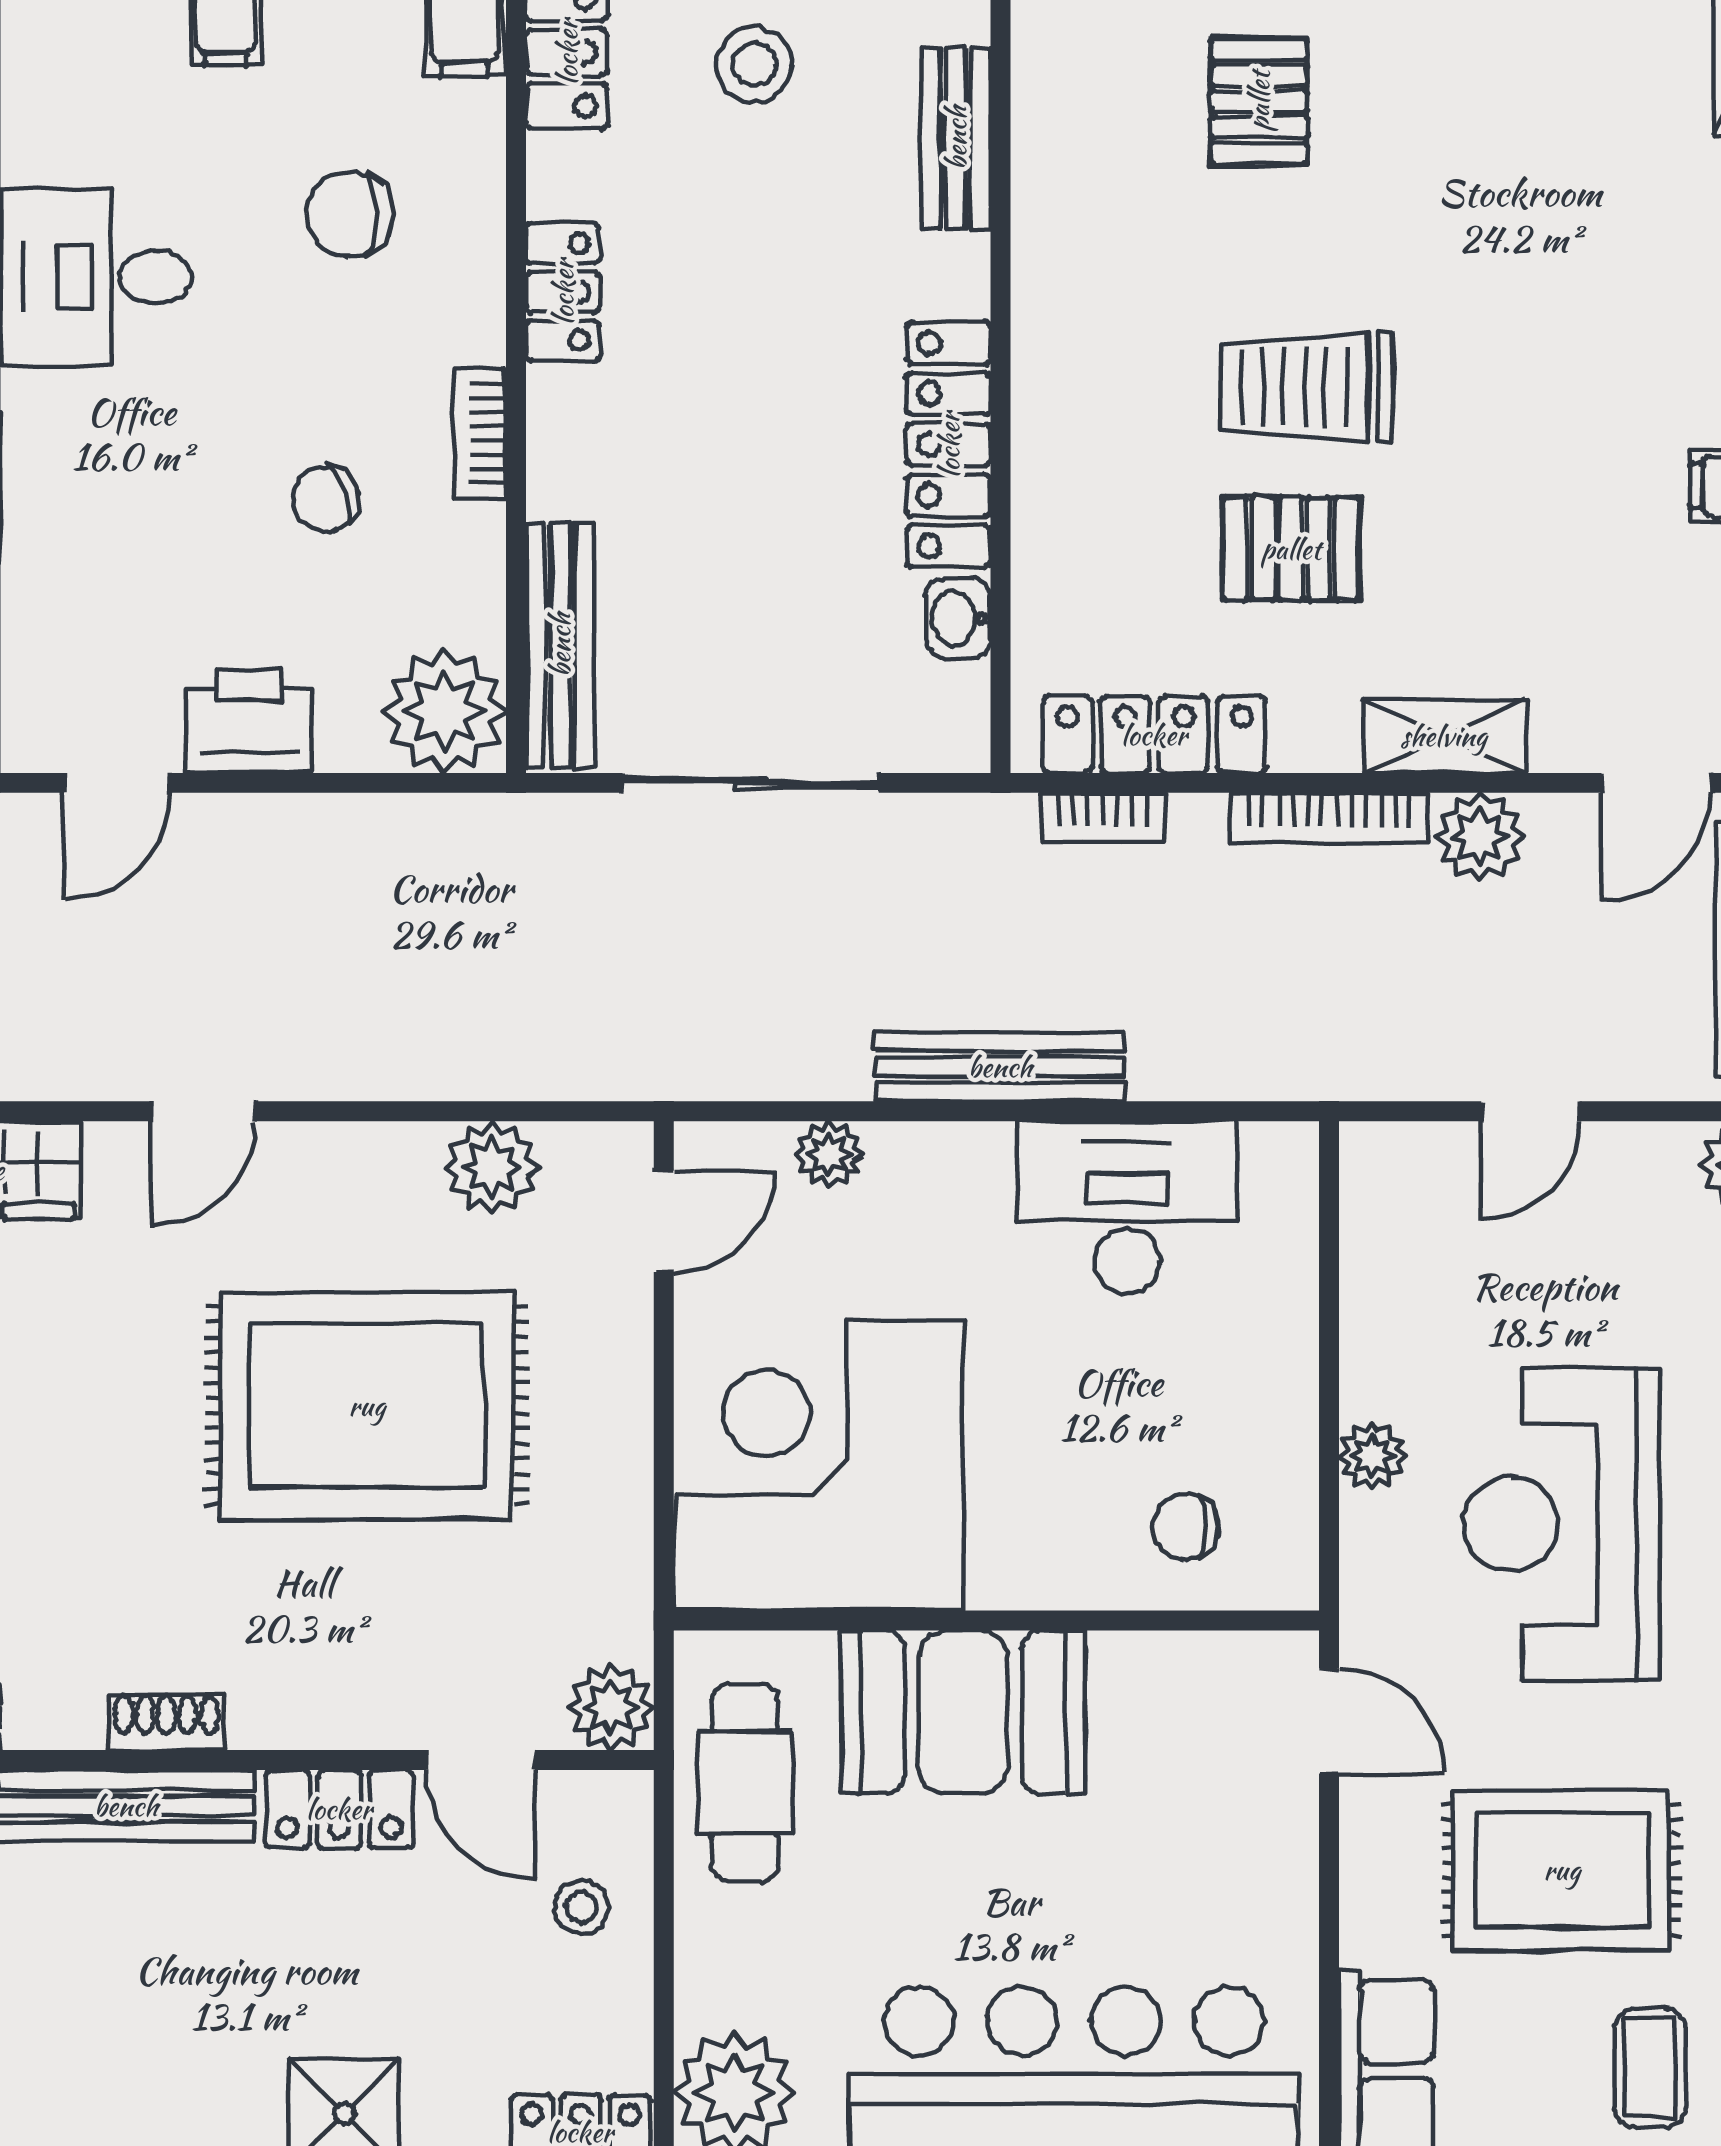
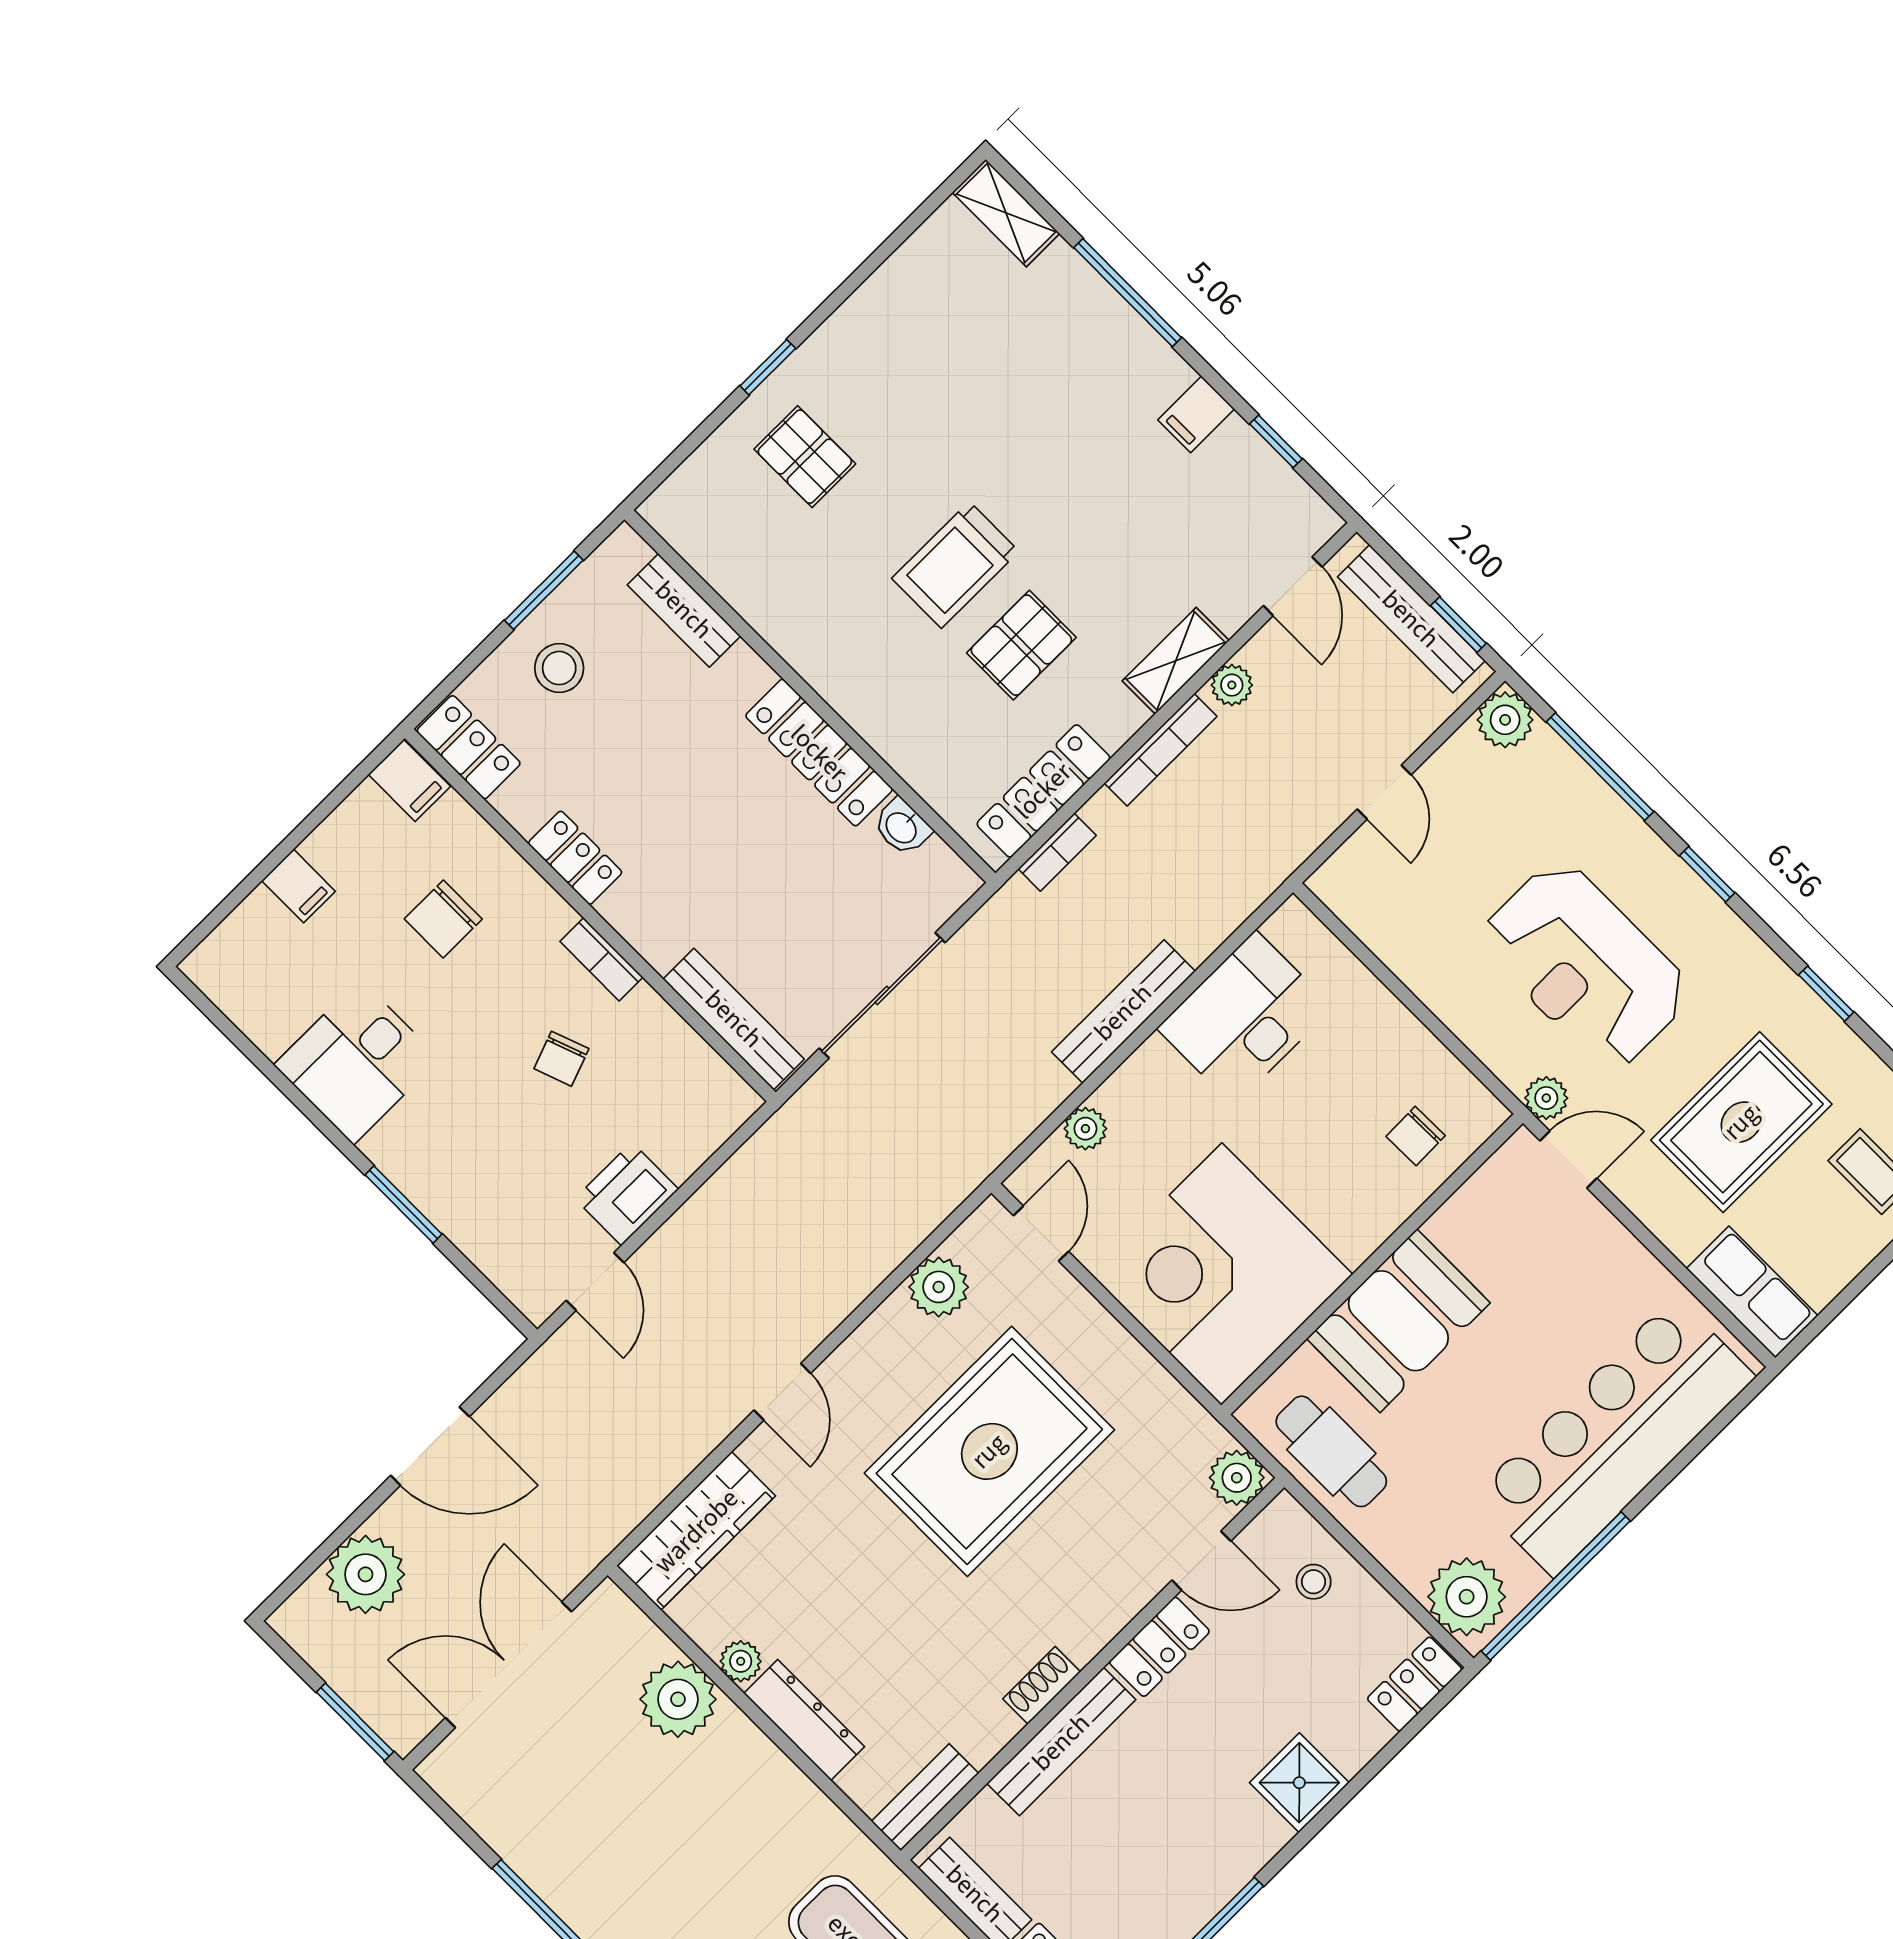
plant: (444, 711) -> (711, 1101), removed
plant: (1480, 837) -> (1232, 685), width x0.73, depth x0.73
plant: (1372, 1456) -> (1546, 1098), moved

